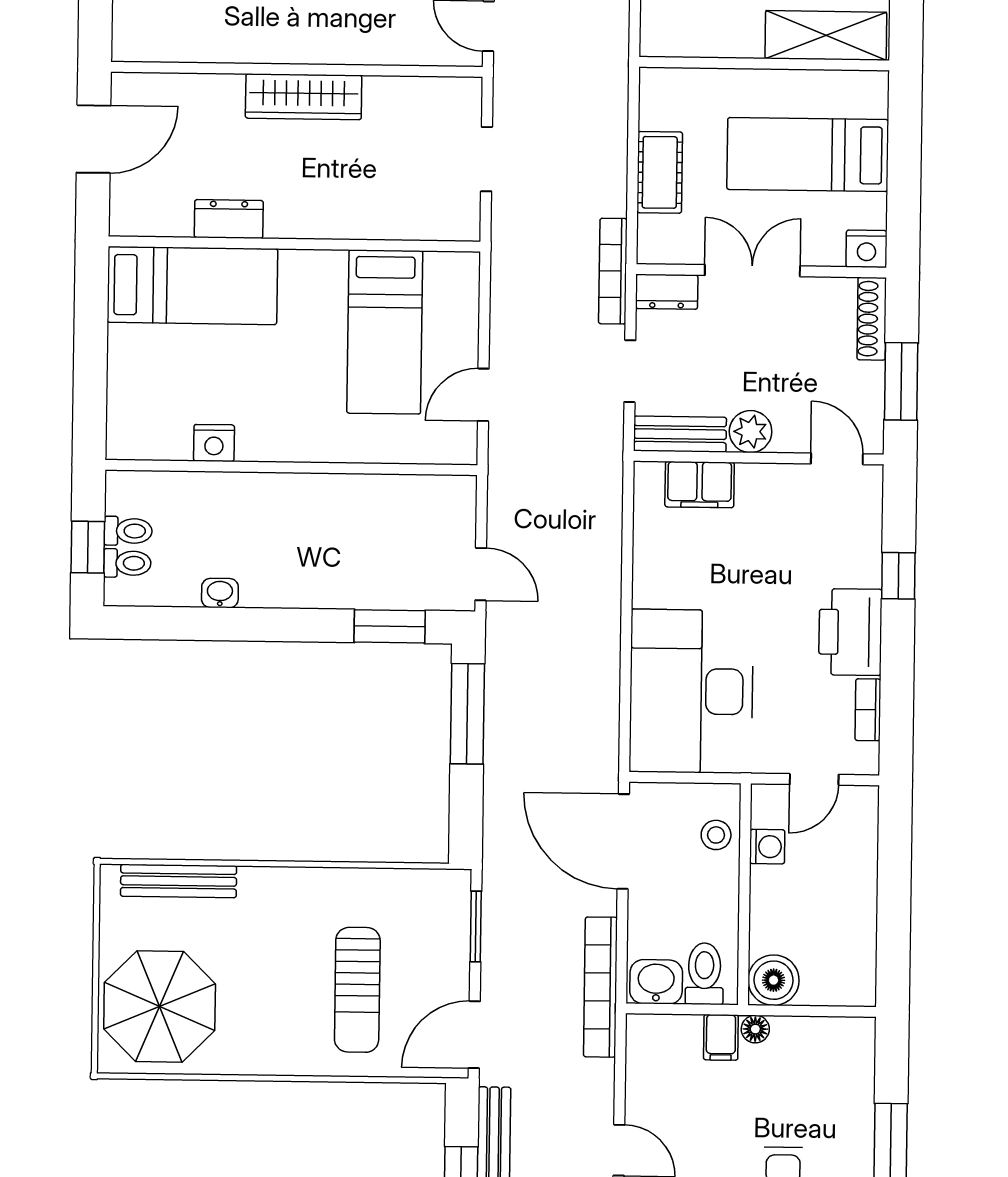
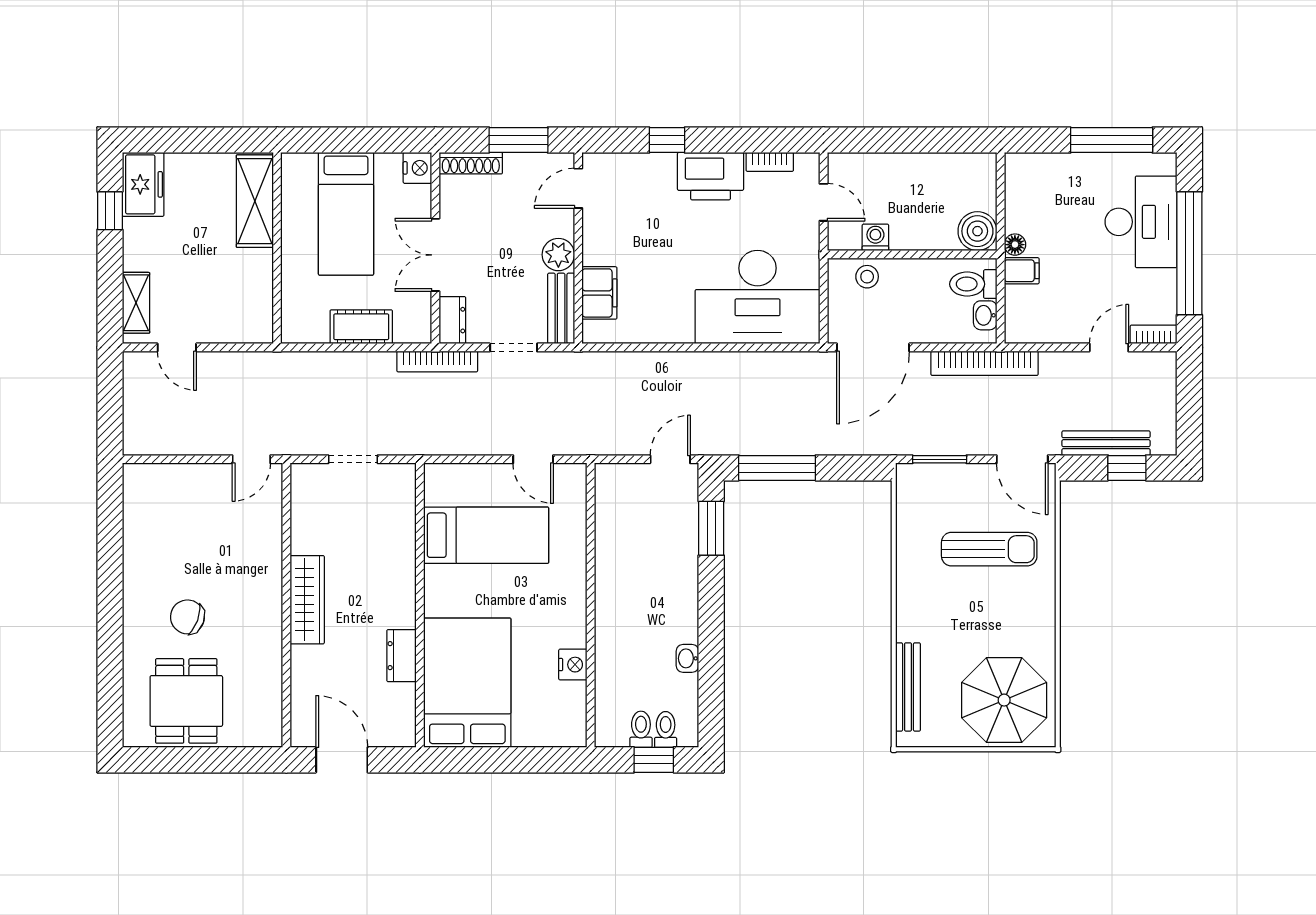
bed: (192, 286) -> (467, 683), width x1.50
washbasin: (656, 982) -> (985, 315), width x0.72, depth x0.69

